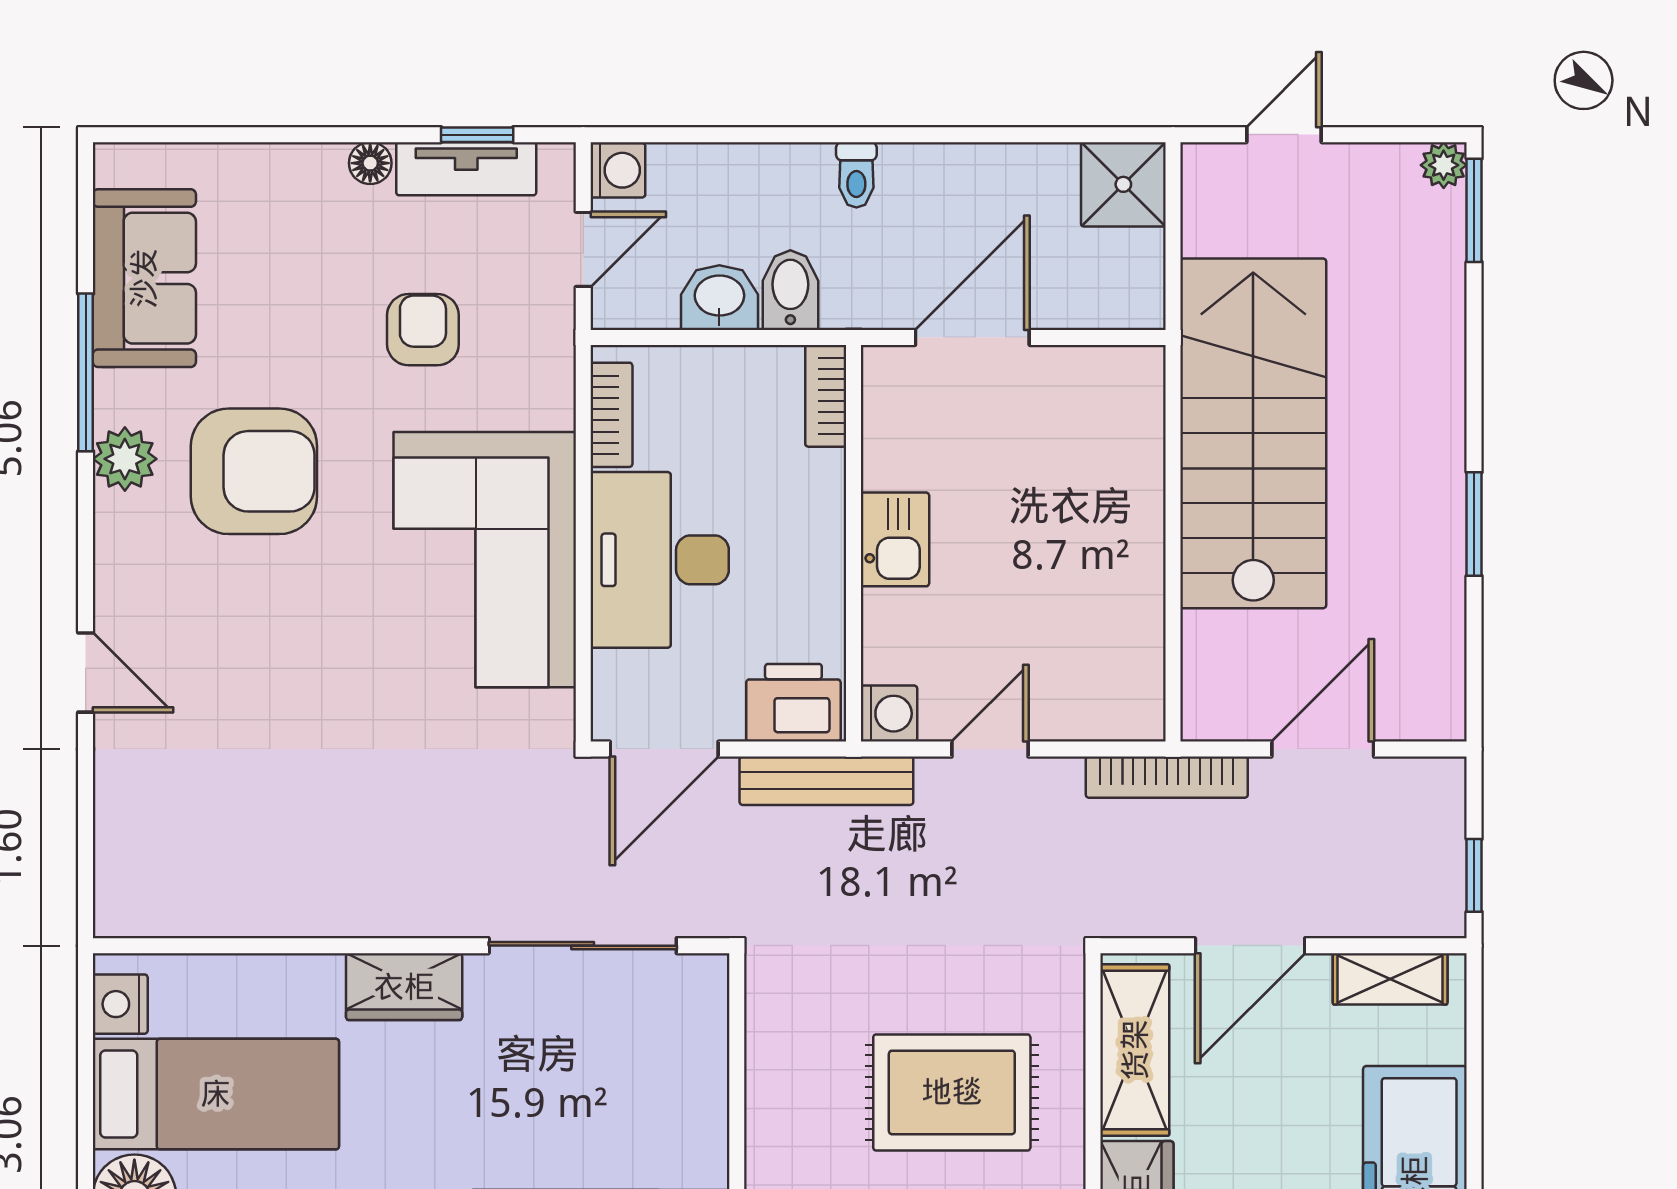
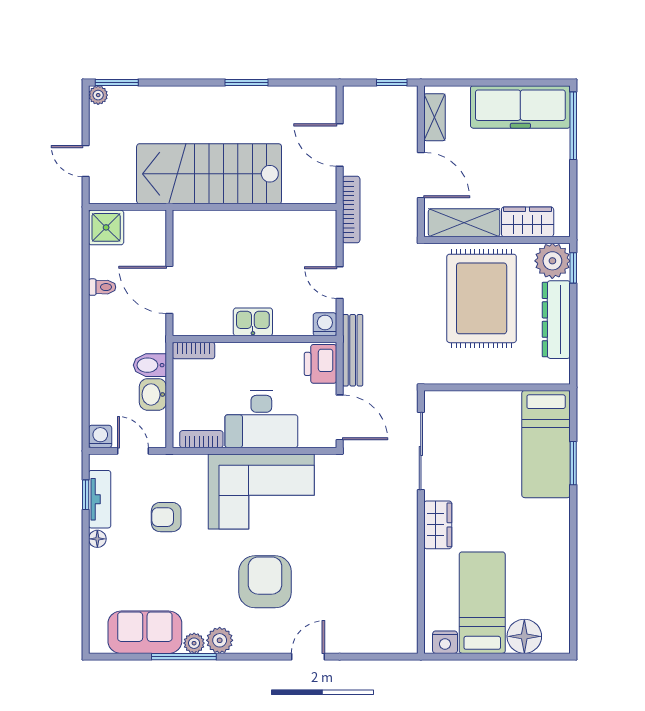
toilet: (856, 175) -> (102, 287), moved
plant: (118, 397) -> (194, 643), added
armchair: (254, 471) -> (265, 582), moved
rug: (952, 1092) -> (482, 298), width x1.37, depth x1.44

